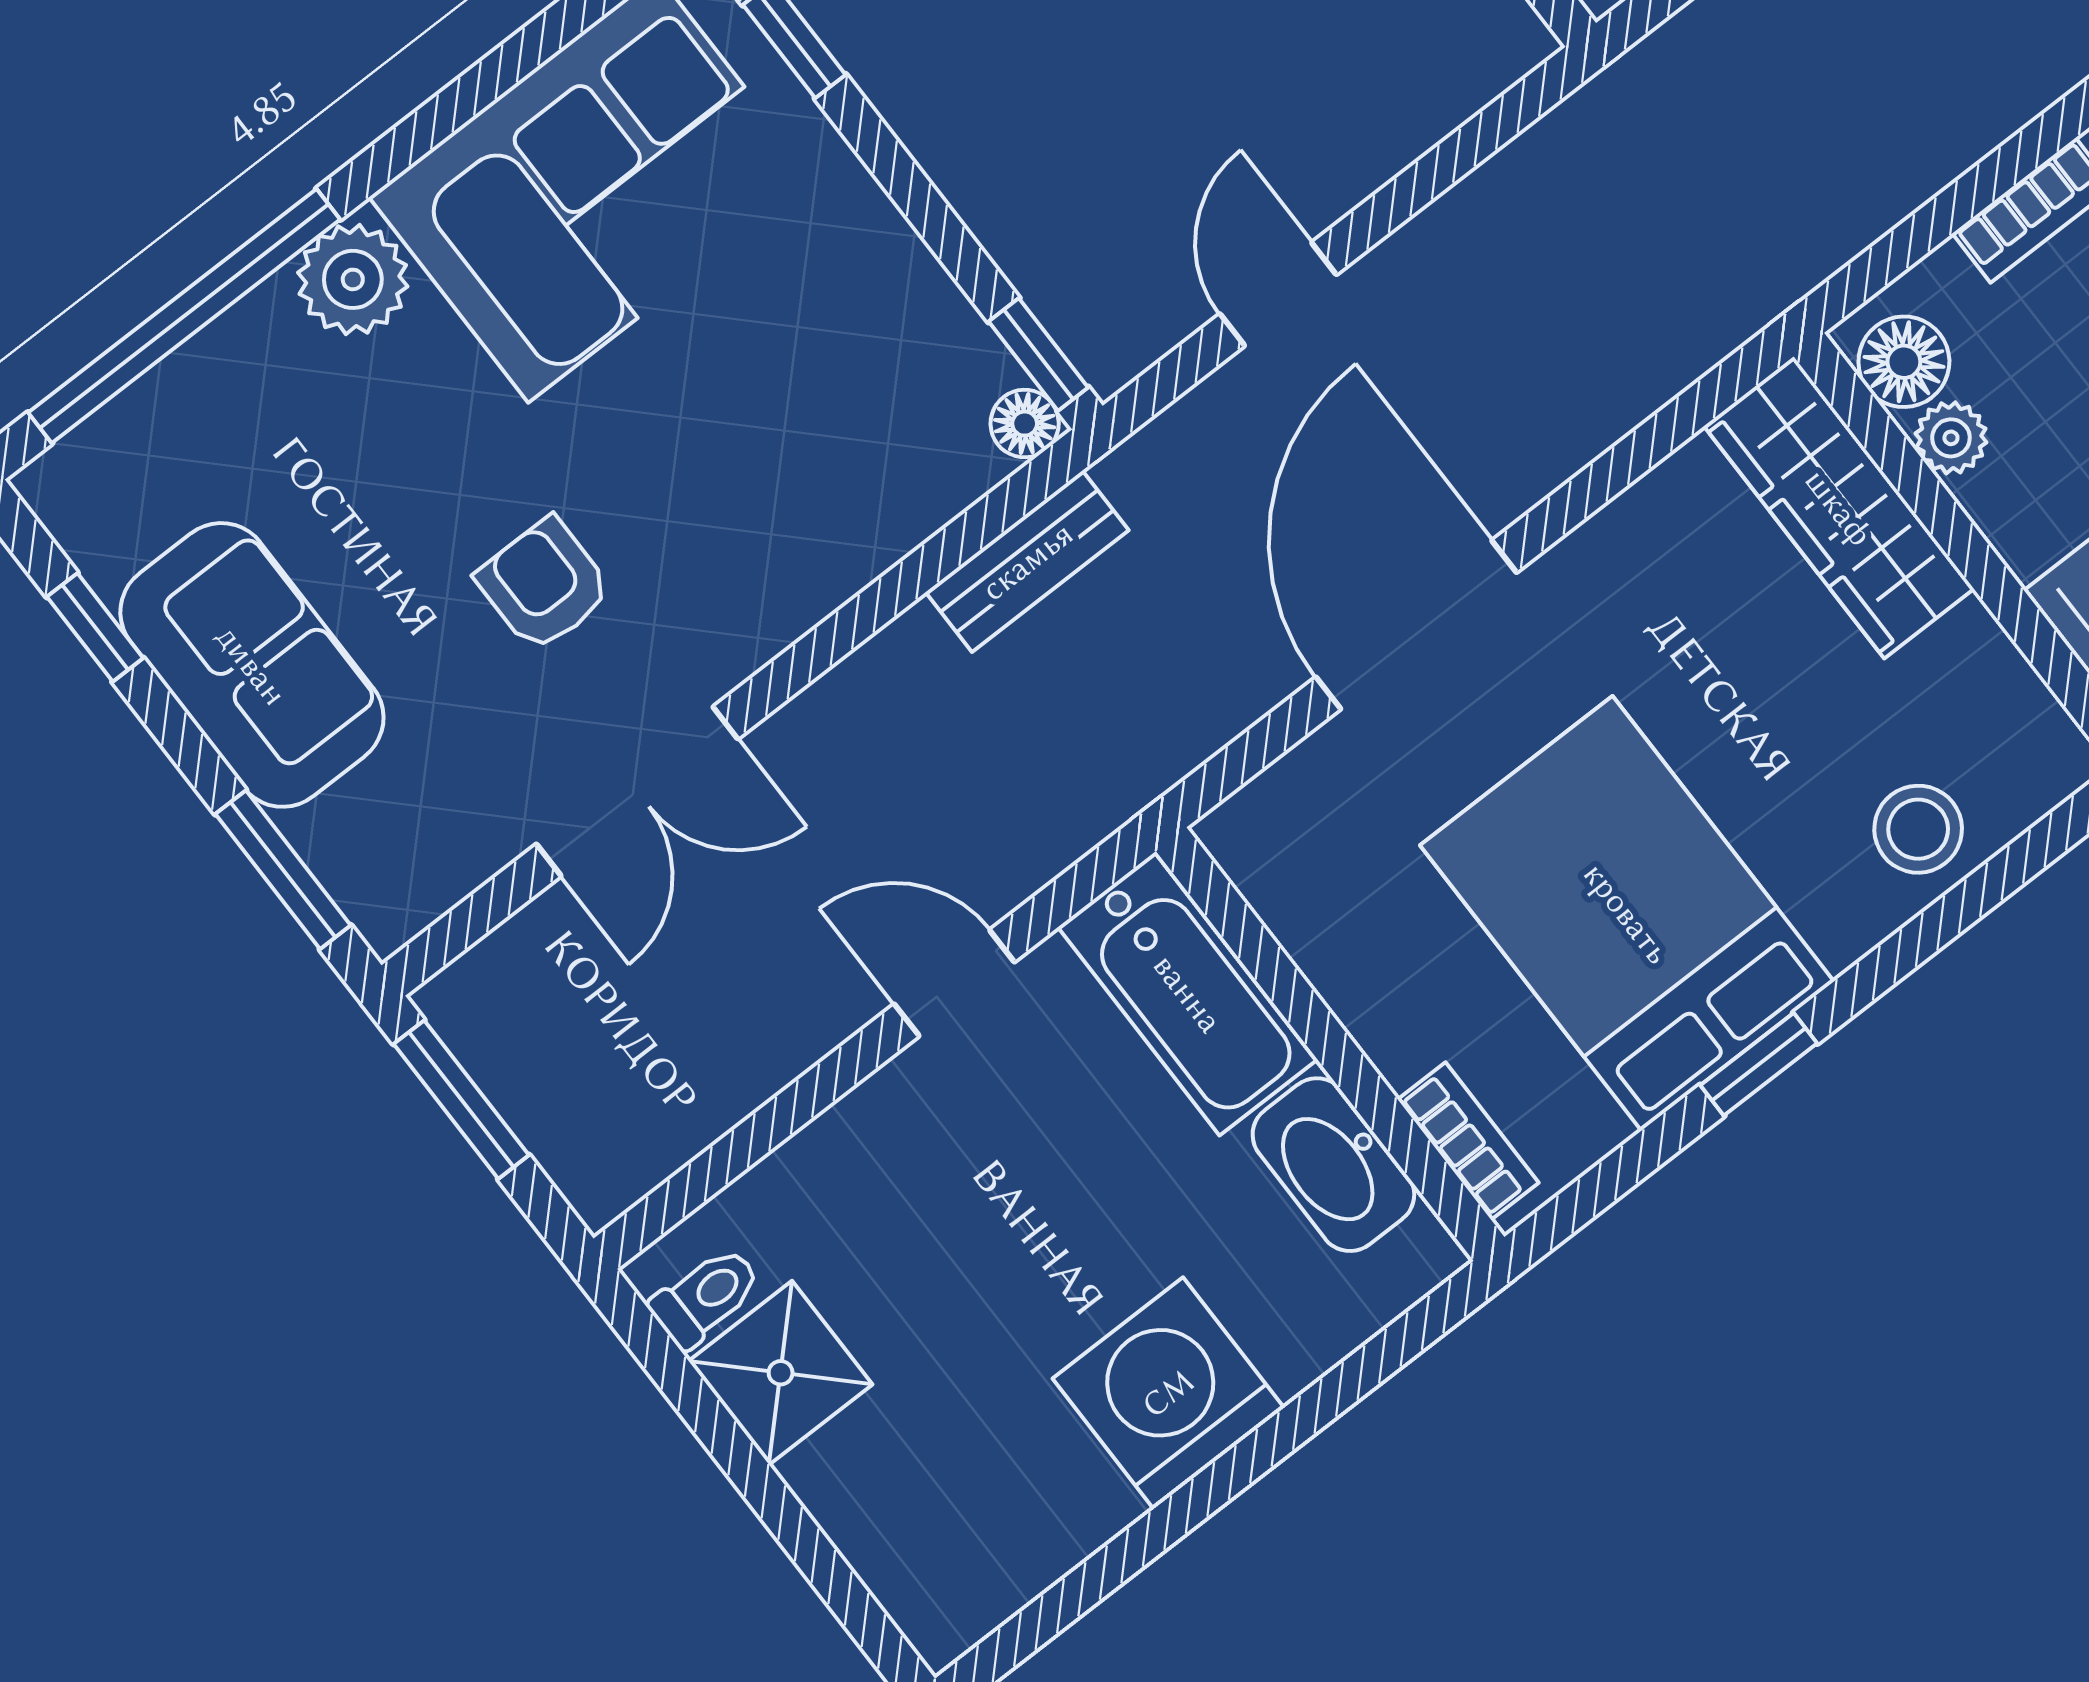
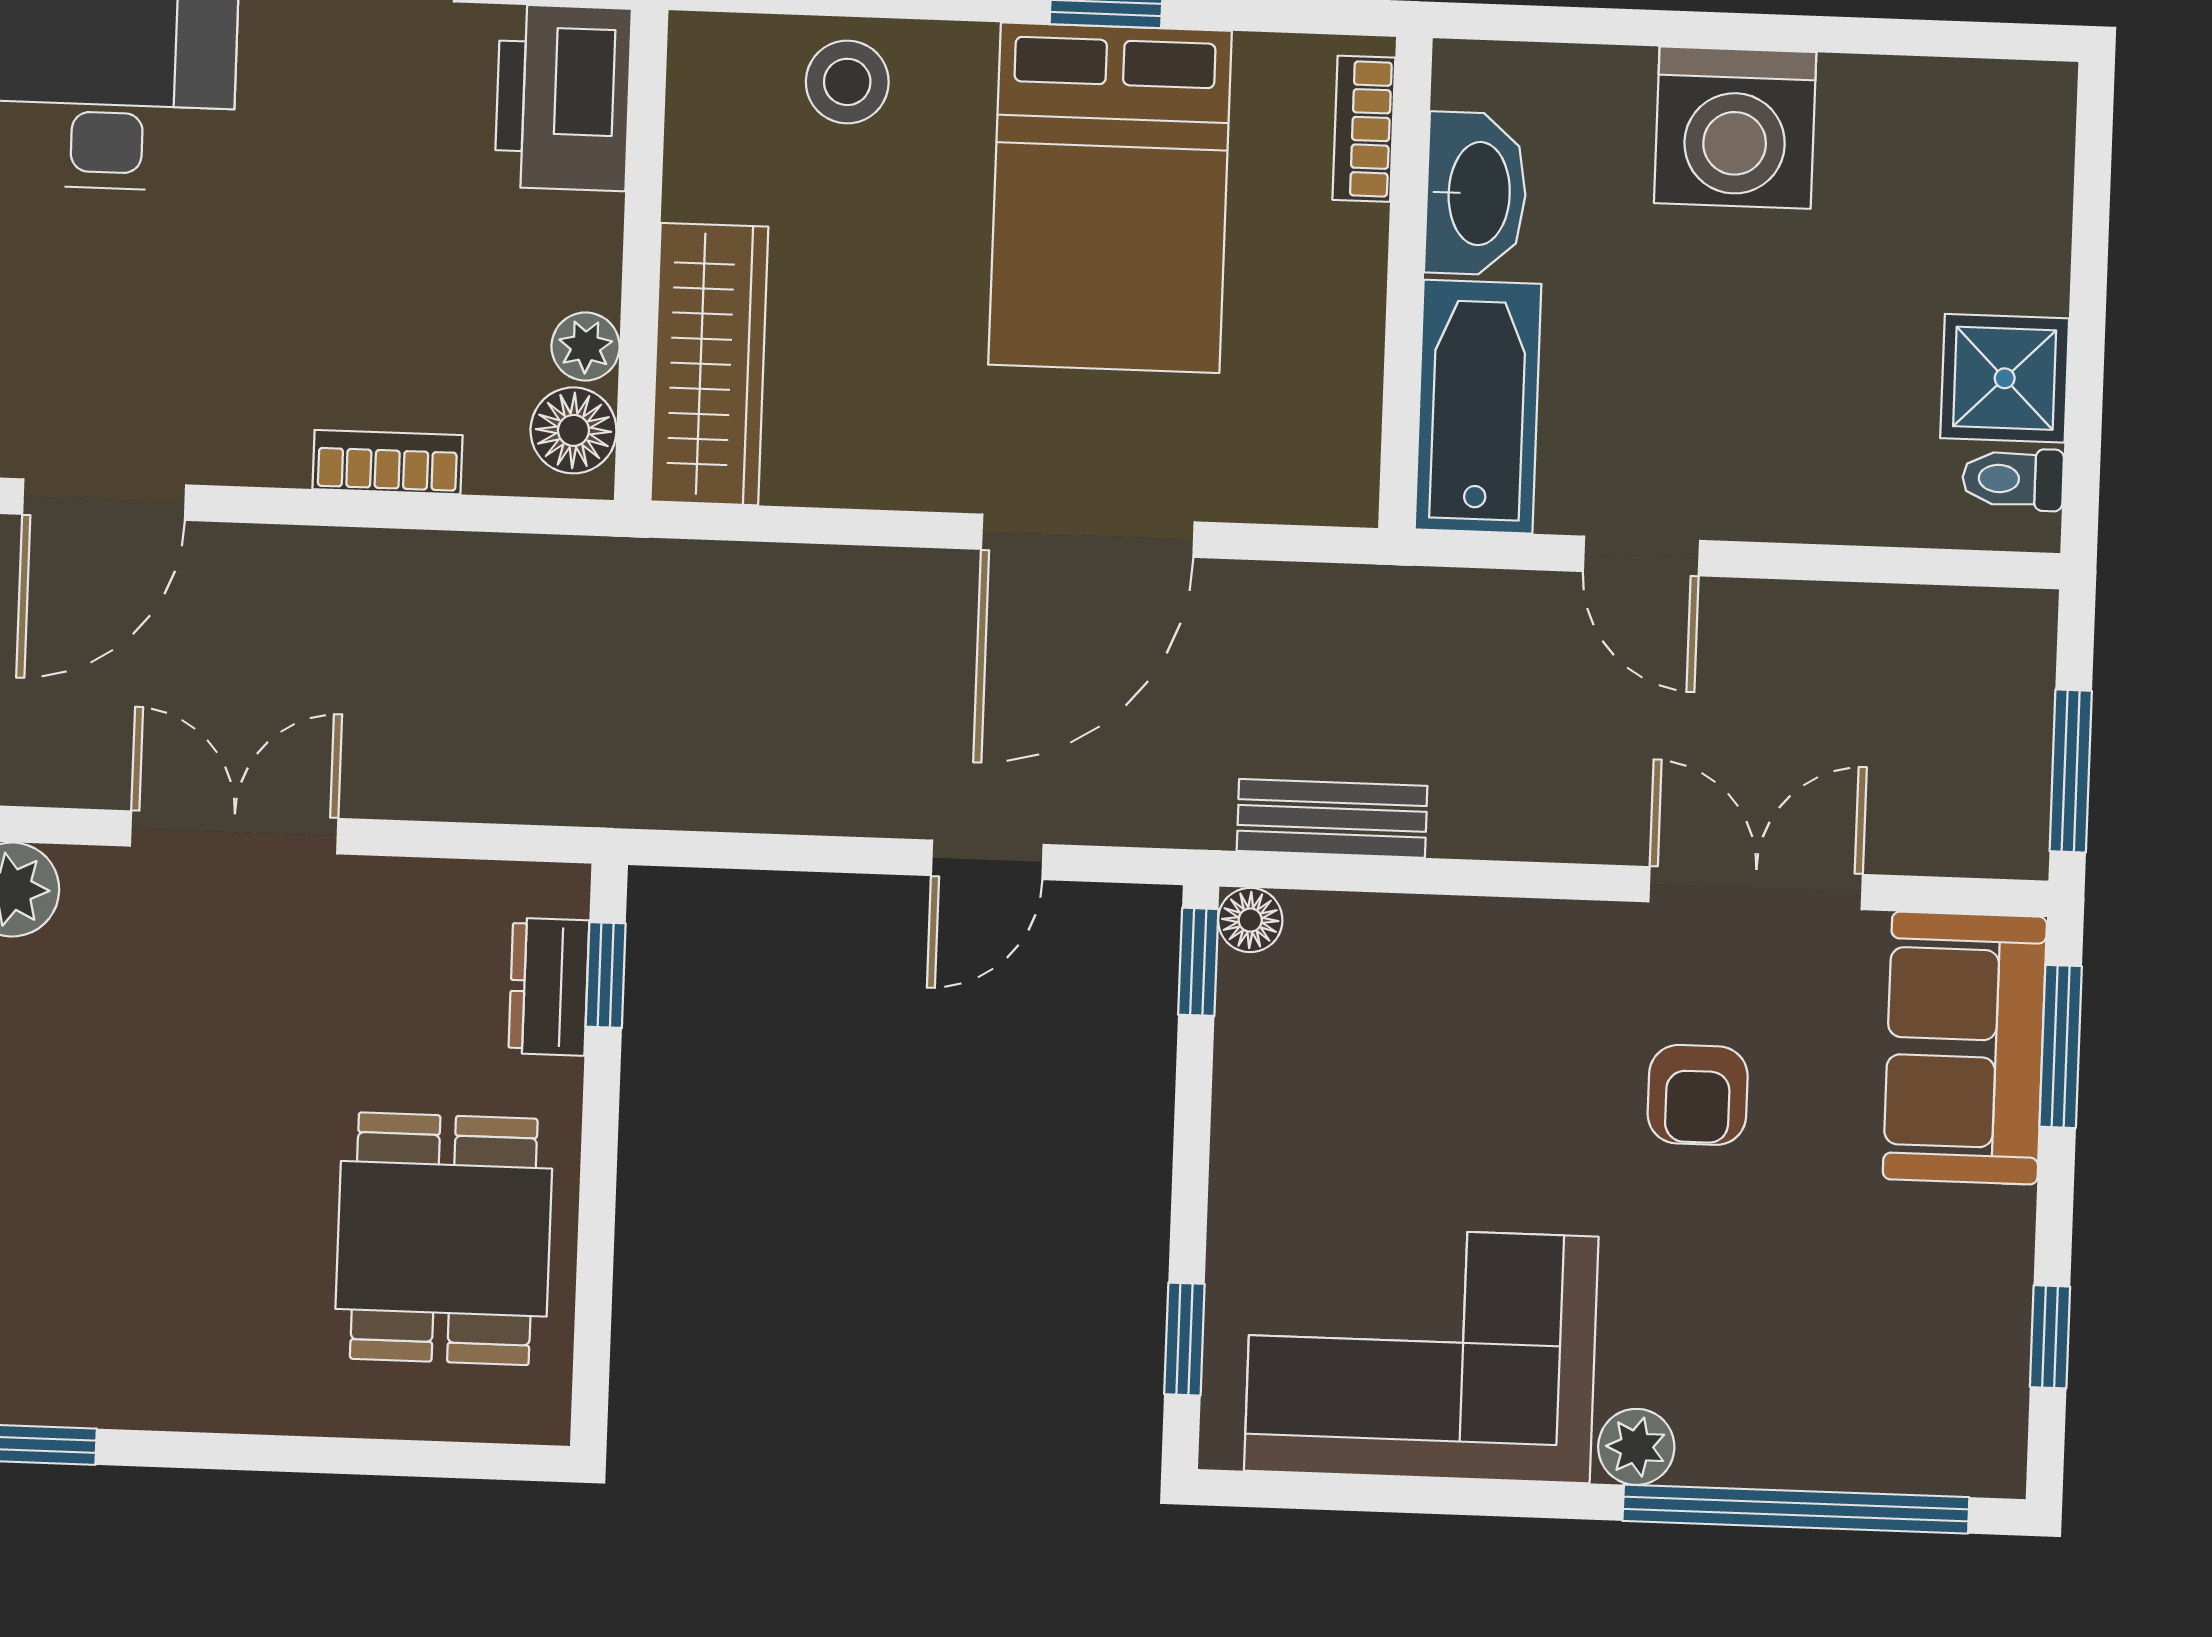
plant: (353, 279) -> (1636, 1447), width x0.73, depth x0.73
sofa: (252, 665) -> (1965, 1048), moved

